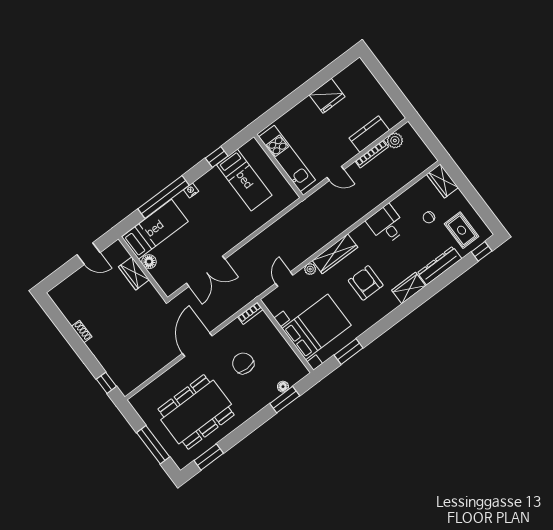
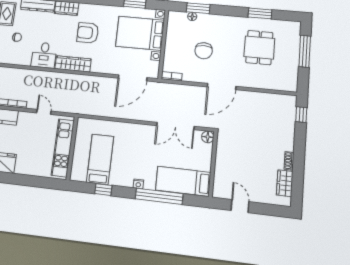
wardrobe: (335, 254) -> (73, 64), moved
floor lamp: (149, 262) -> (208, 137), moved
plant: (310, 269) -> (112, 70), removed
double door: (206, 271) -> (175, 126), swing flipped
wardrobe: (134, 273) -> (285, 183), moved, turned 180
door: (284, 279) -> (133, 78), width x1.87
armchair: (366, 283) -> (88, 33), turned 90
dining table: (196, 412) -> (259, 47), width x0.53, depth x0.80
window: (209, 457) -> (260, 13), moved

